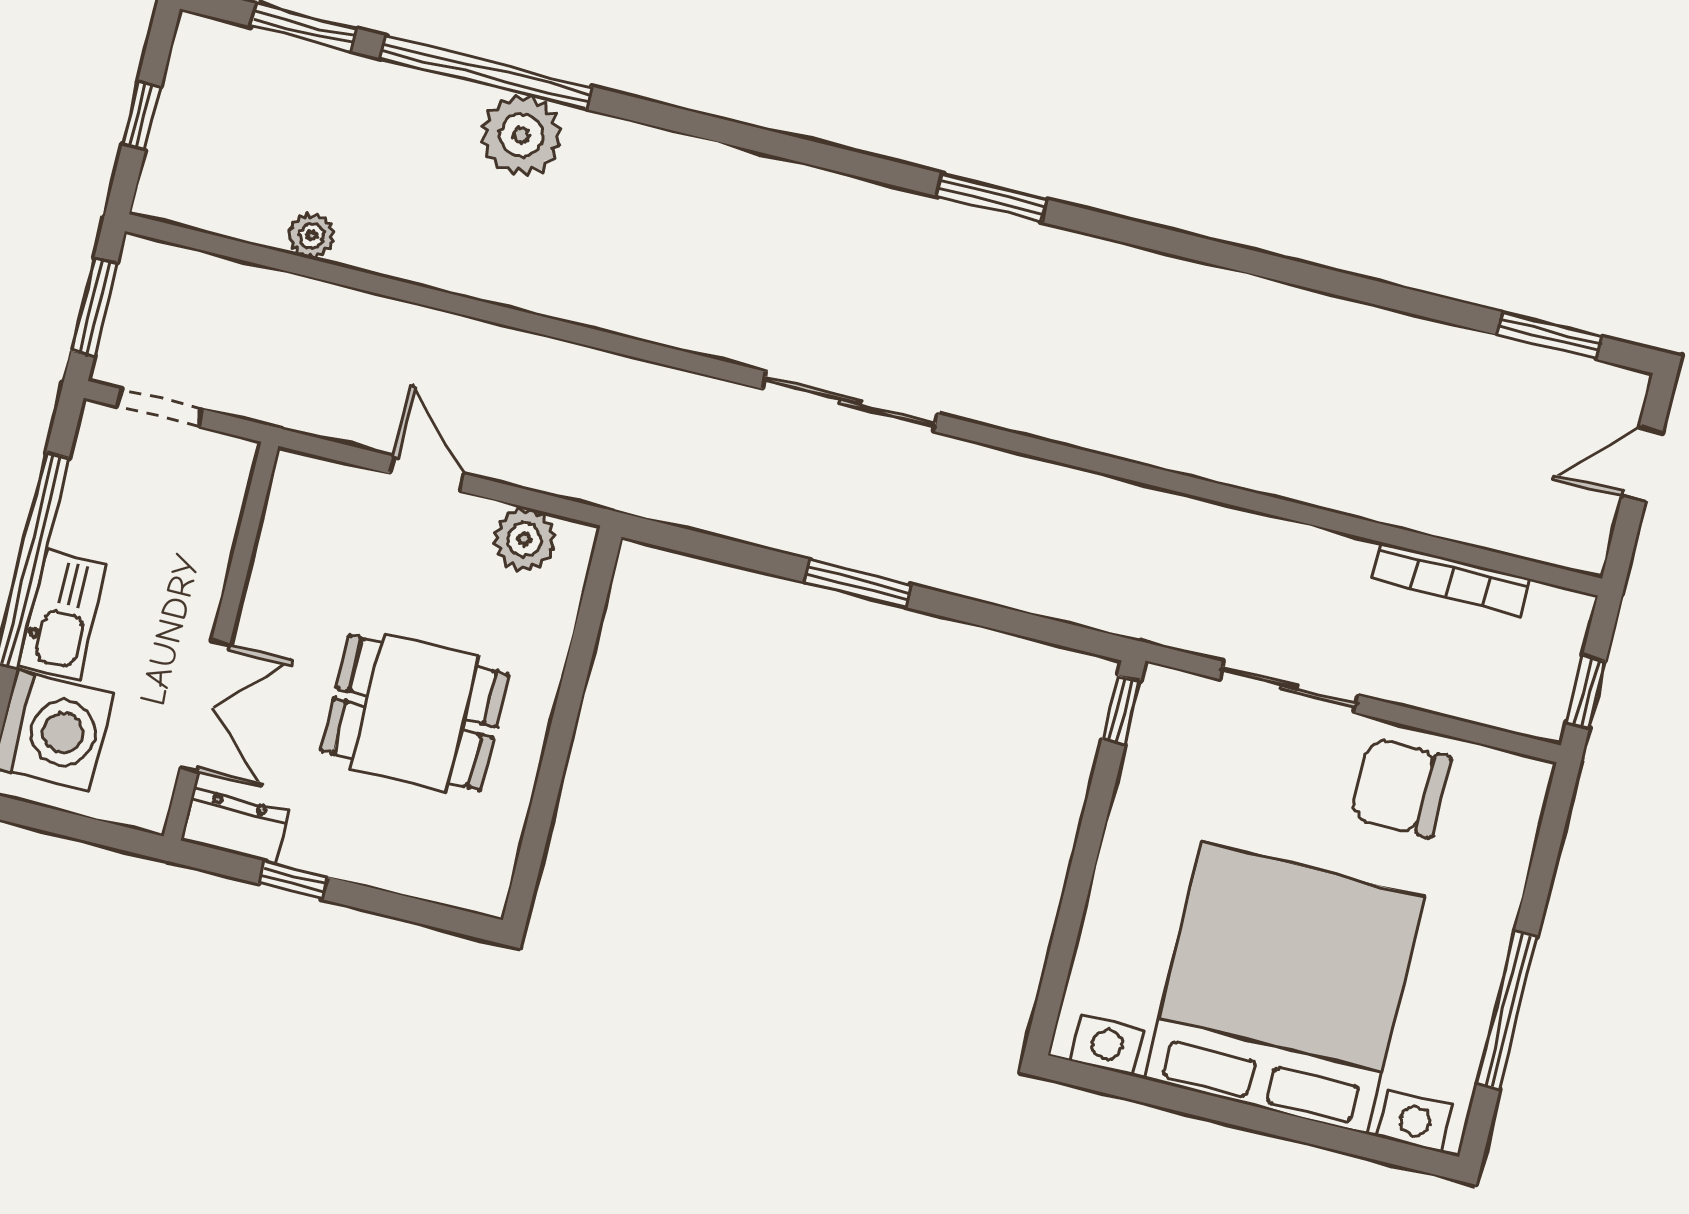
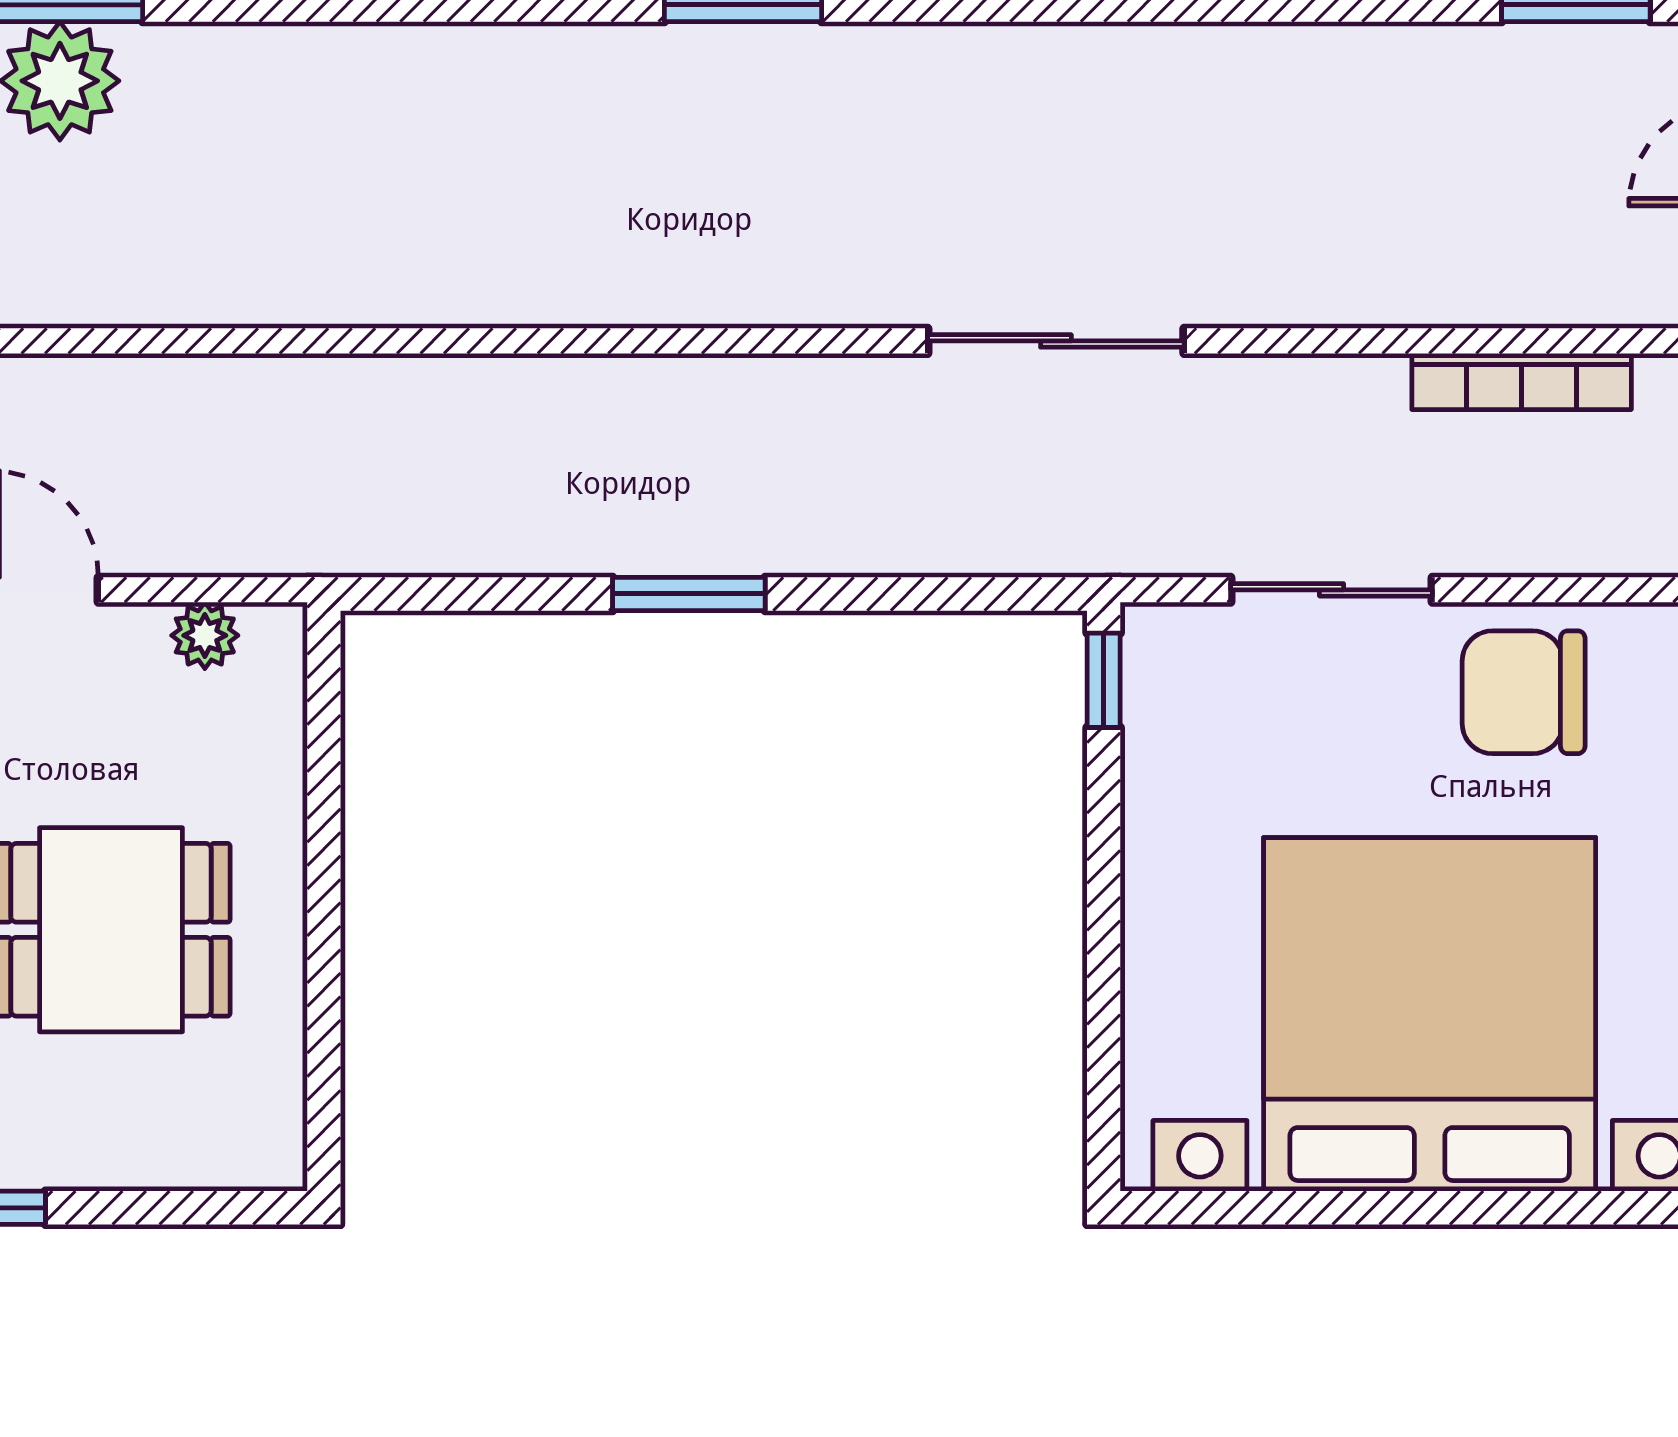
sliding door: (850, 402) -> (1056, 341), moved
plant: (524, 539) -> (205, 635), width x0.73, depth x0.73

